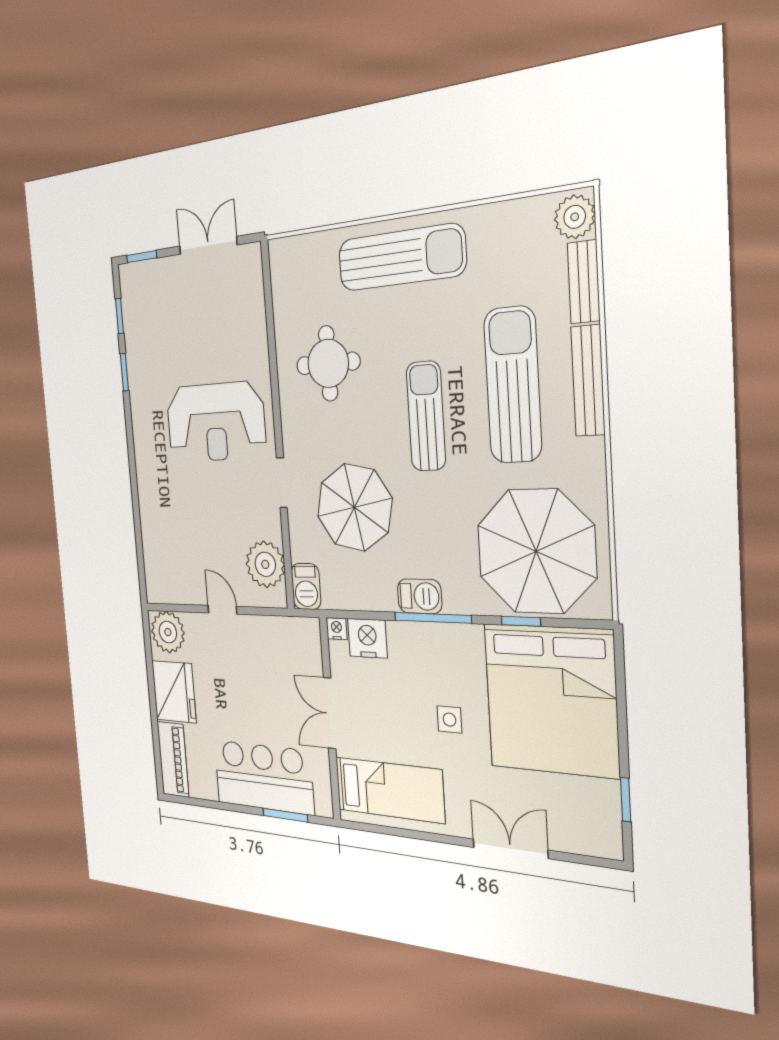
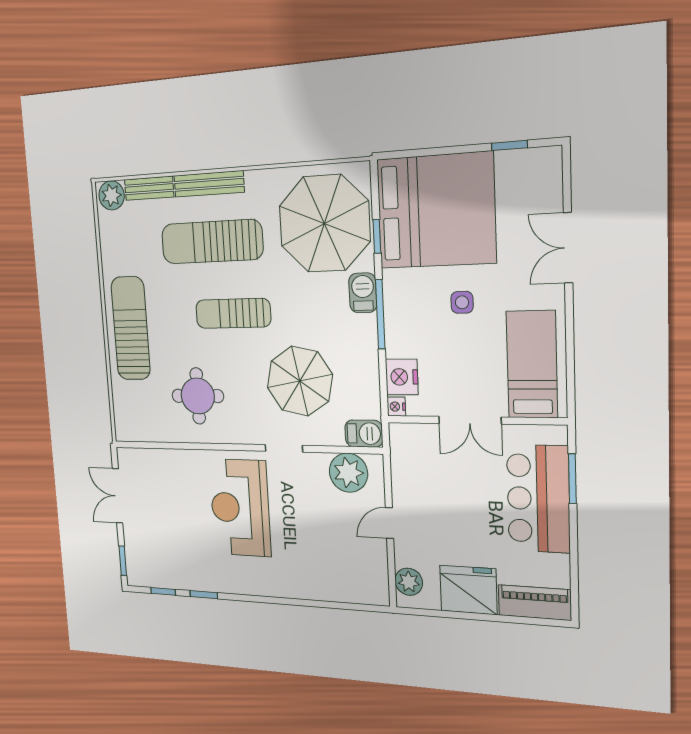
reception desk: (215, 422) -> (240, 508), turned 180
barbecue: (420, 596) -> (363, 293), moved
plant: (168, 632) -> (409, 582), width x0.73, depth x0.73

